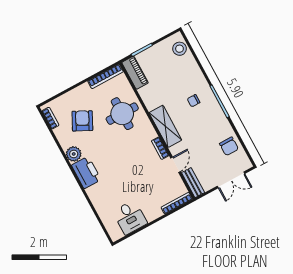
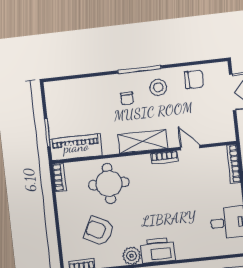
stool: (179, 49) -> (158, 87), moved
piano: (135, 73) -> (76, 147), width x1.37, depth x1.33
bookcase: (105, 76) -> (59, 177), width x0.64
bench: (193, 183) -> (218, 136), removed

